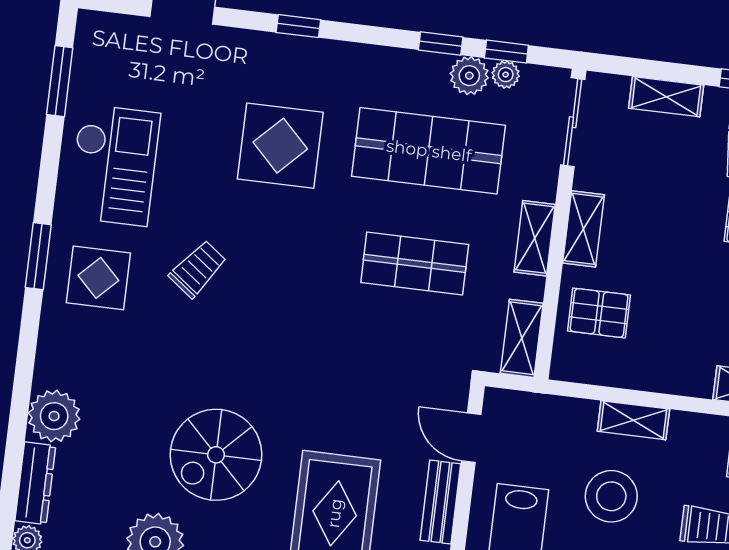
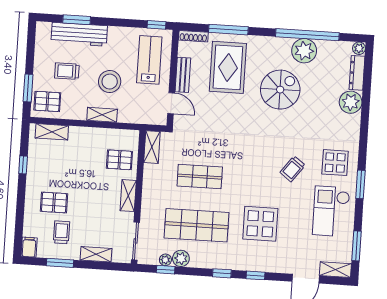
window: (441, 44) -> (222, 273), moved
shelving: (535, 238) -> (335, 270), moved, turned 90
window: (38, 256) -> (360, 184), moved

